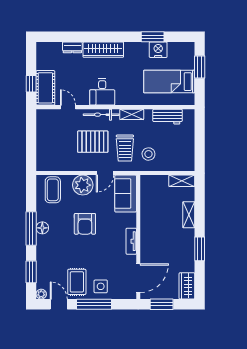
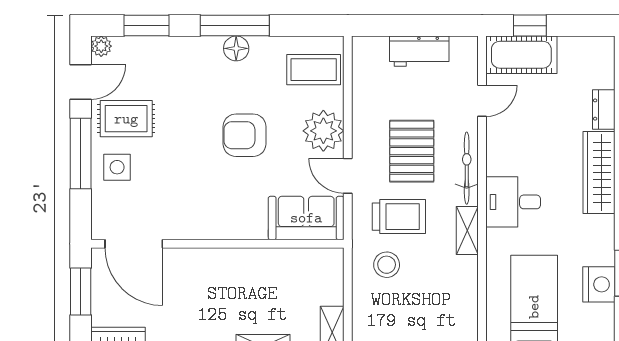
desk: (102, 92) -> (513, 202), moved
workbench: (168, 117) -> (419, 51), moved, turned -90
trolley: (125, 148) -> (399, 217), turned 180
tv unit: (131, 241) -> (209, 230), removed

